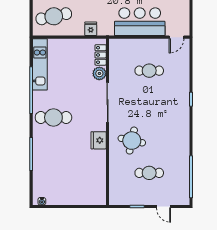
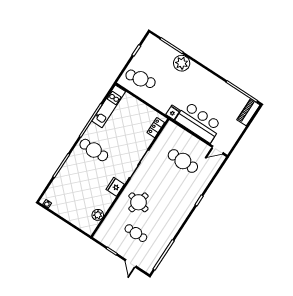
fridge: (91, 29) -> (173, 112), moved
cafe table: (149, 71) -> (183, 161), width x1.37, depth x1.35
plant: (99, 73) -> (98, 215), moved

